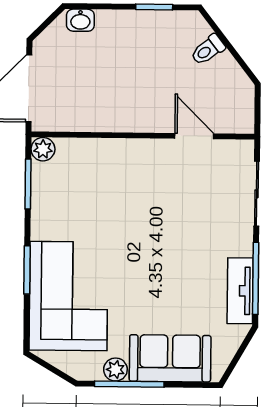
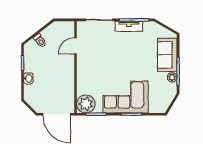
washbasin: (80, 20) -> (28, 78), moved
plant: (43, 149) -> (86, 104), width x1.87, depth x1.87
tv unit: (240, 291) -> (129, 26), moved
corner sofa: (68, 296) -> (126, 97), moved

